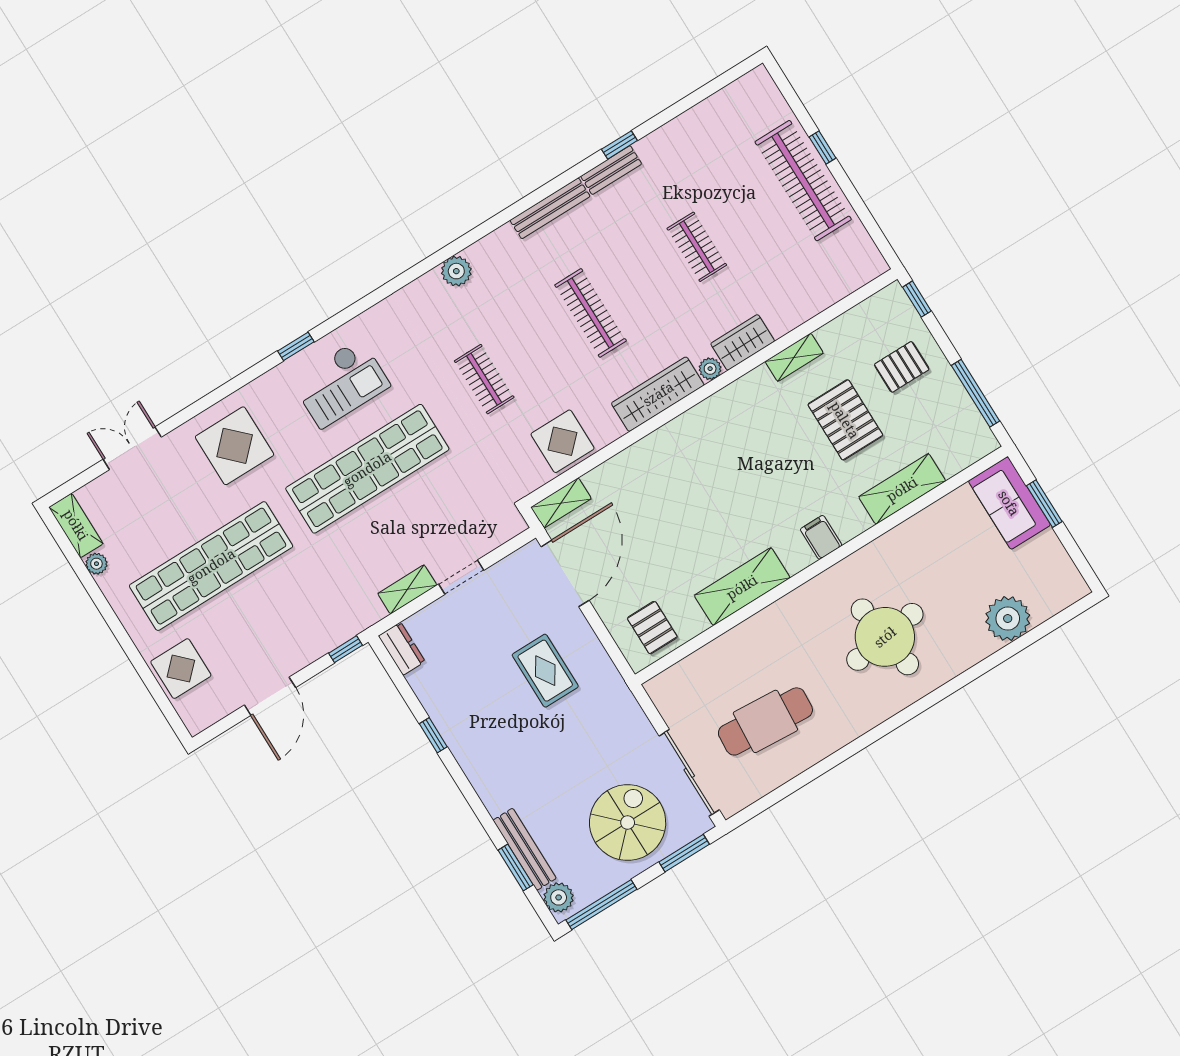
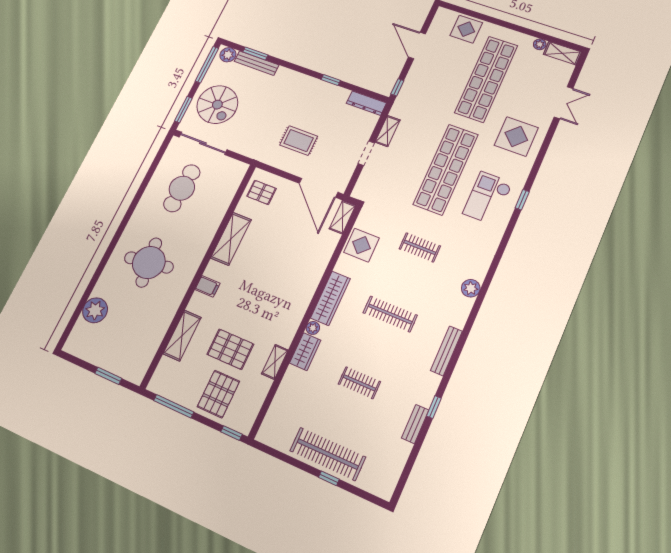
bench: (611, 170) -> (415, 424), moved
pallet: (902, 367) -> (218, 394), width x1.50, depth x1.42
sofa: (1009, 503) -> (126, 365), removed
dresser: (402, 649) -> (366, 103), width x1.44

